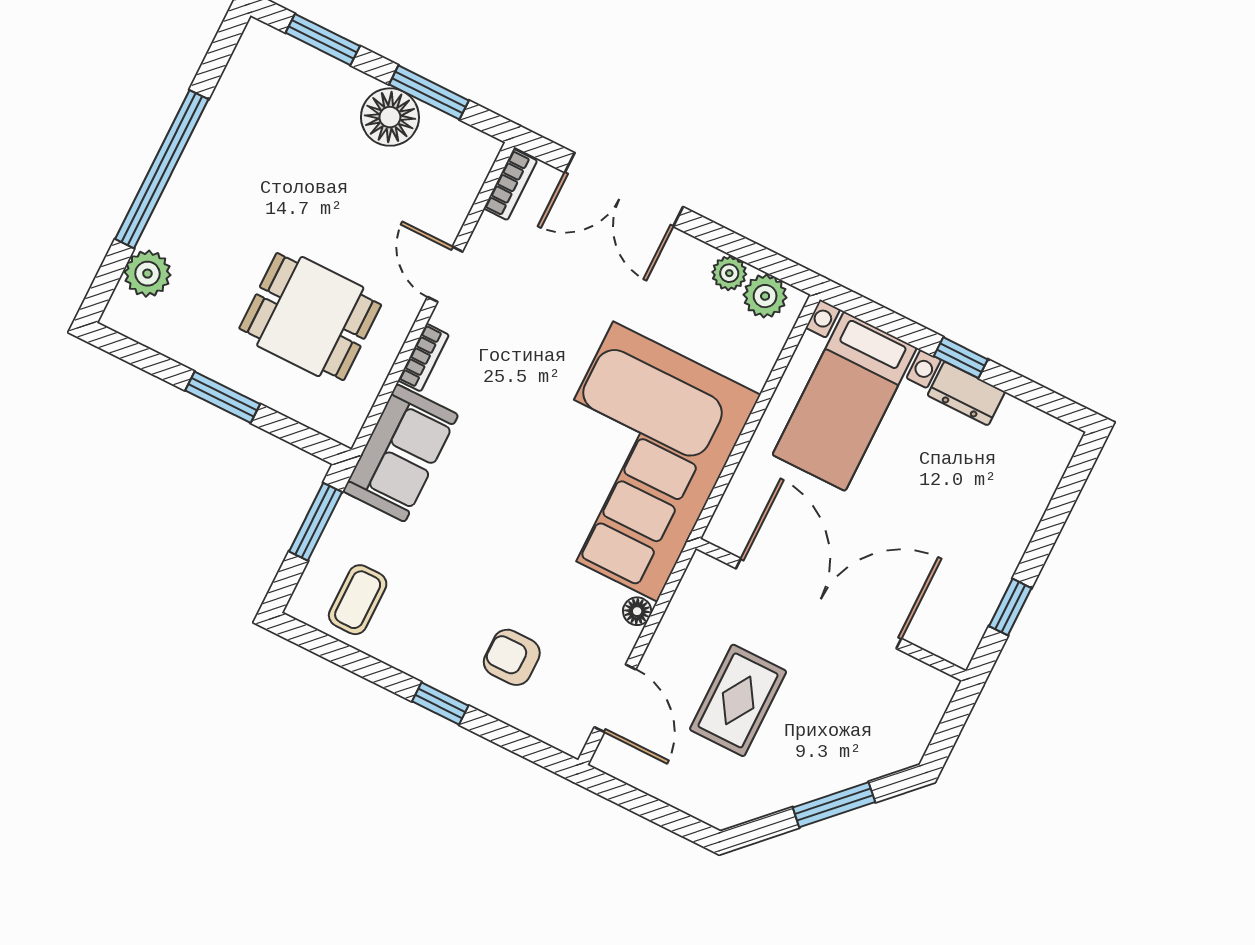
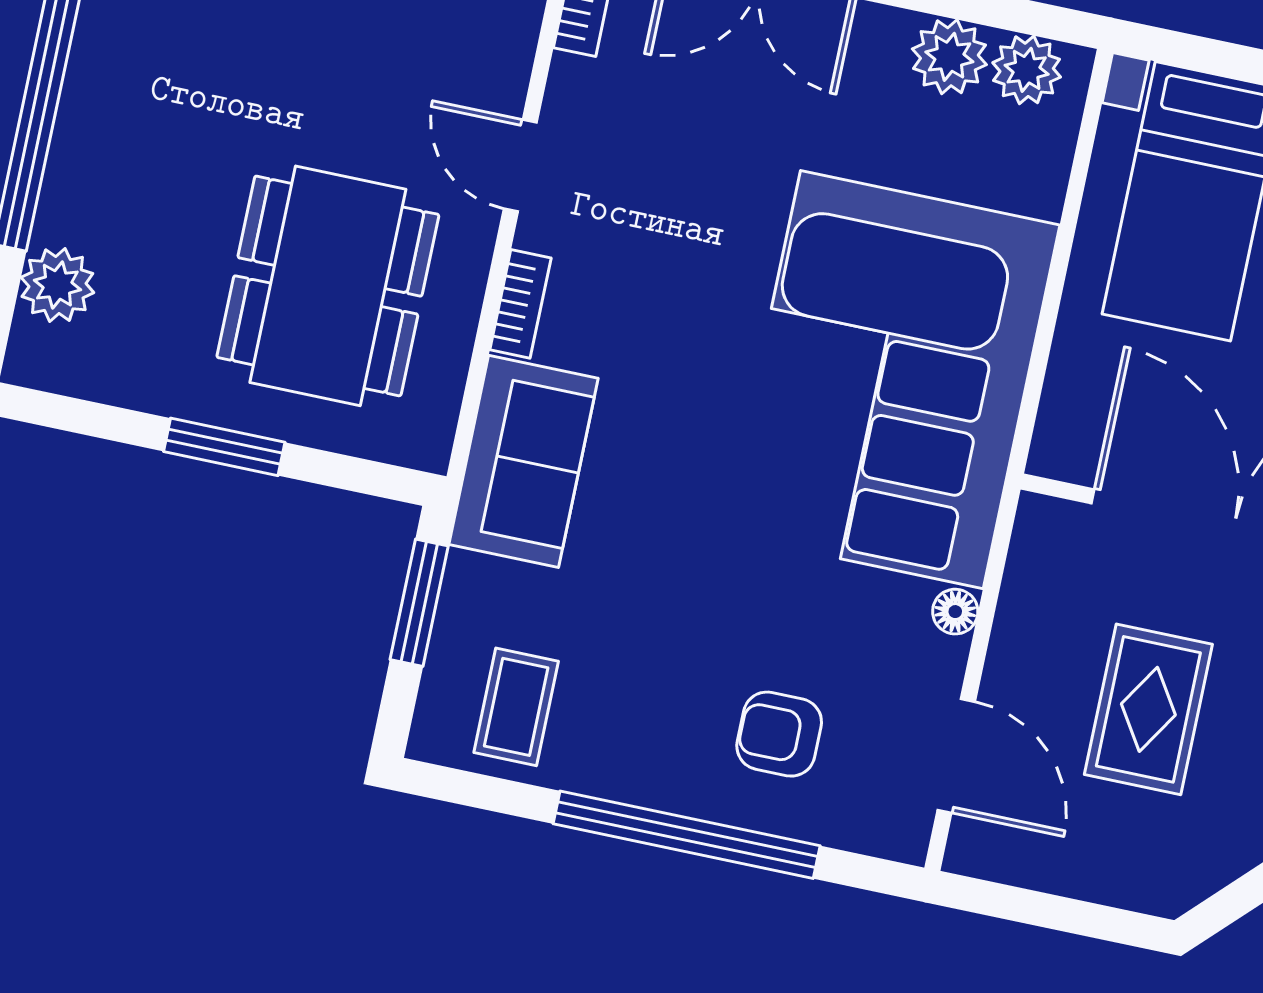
plant: (729, 273) -> (949, 57), width x1.38, depth x1.38
dining table: (310, 317) -> (328, 286), width x1.38
window: (440, 703) -> (687, 835), width x3.17

